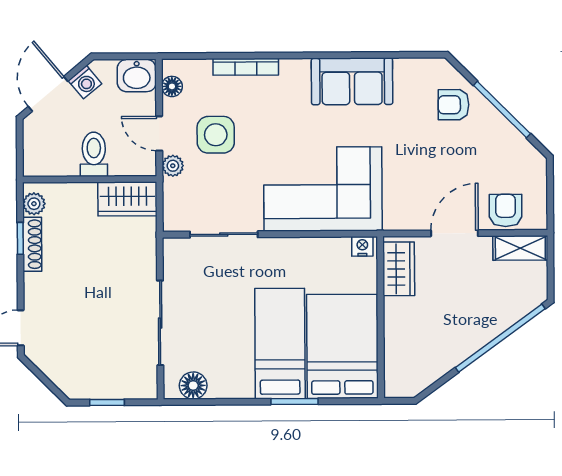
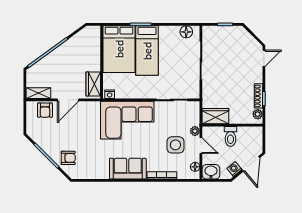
sofa: (352, 81) -> (128, 169), moved

